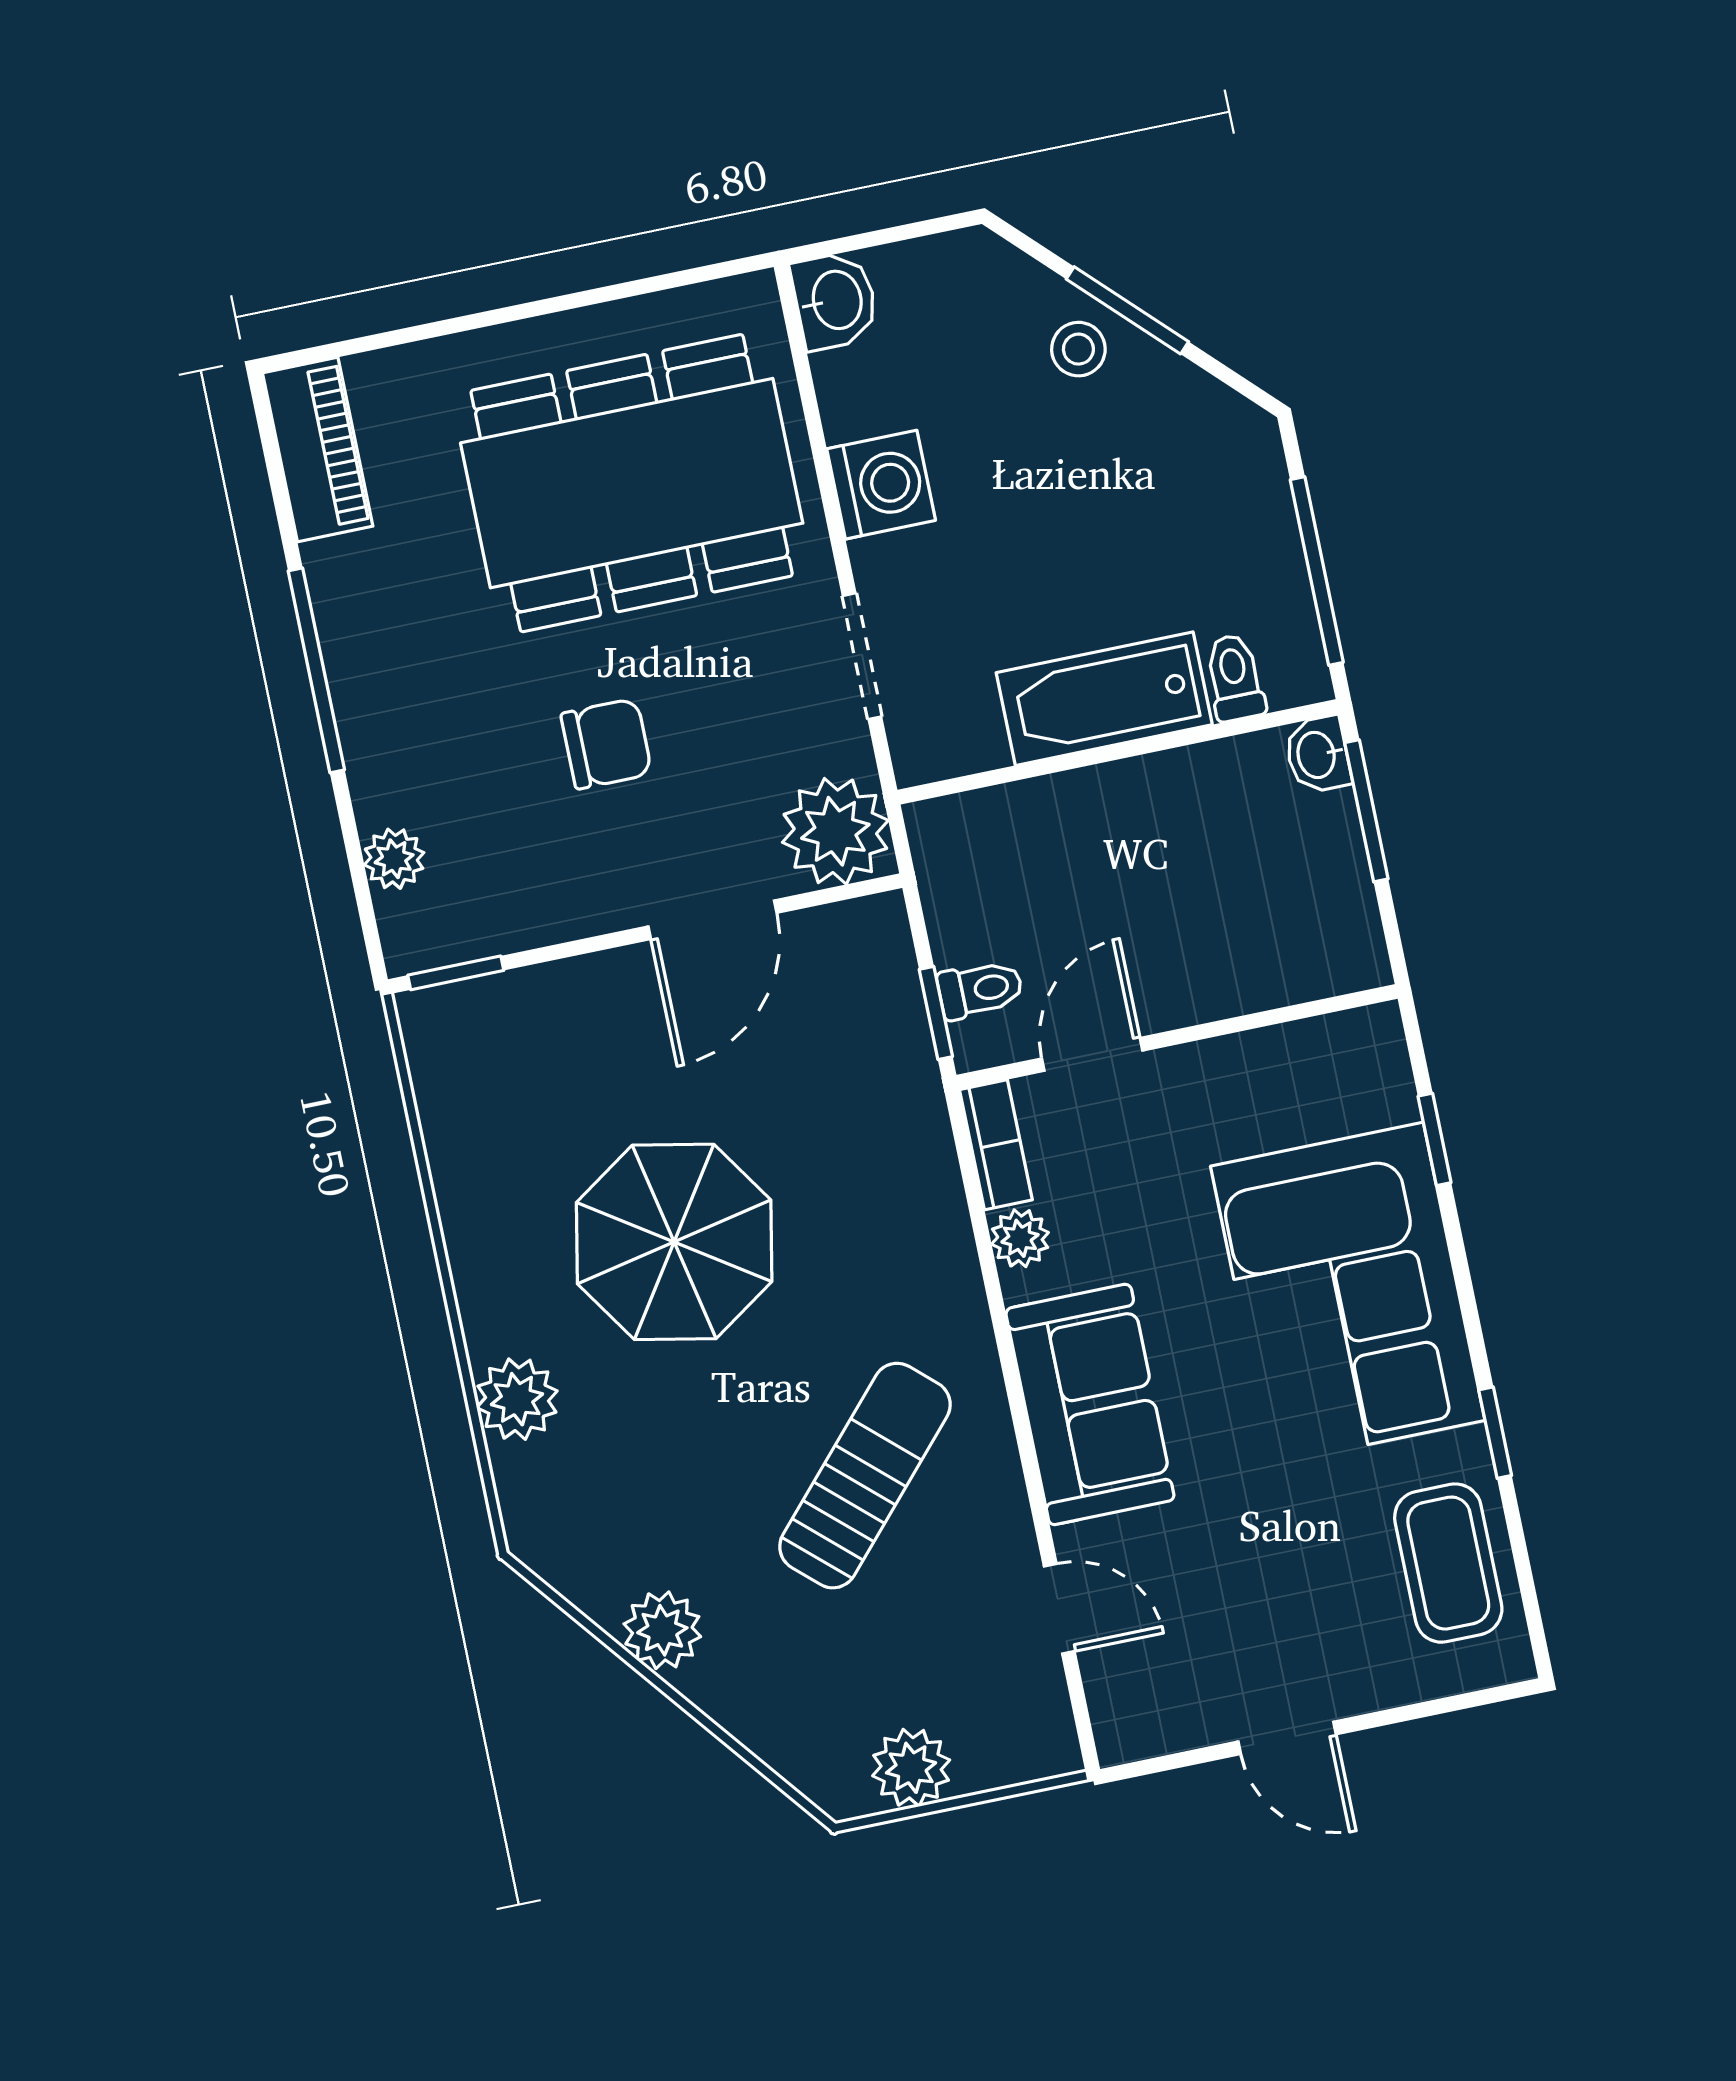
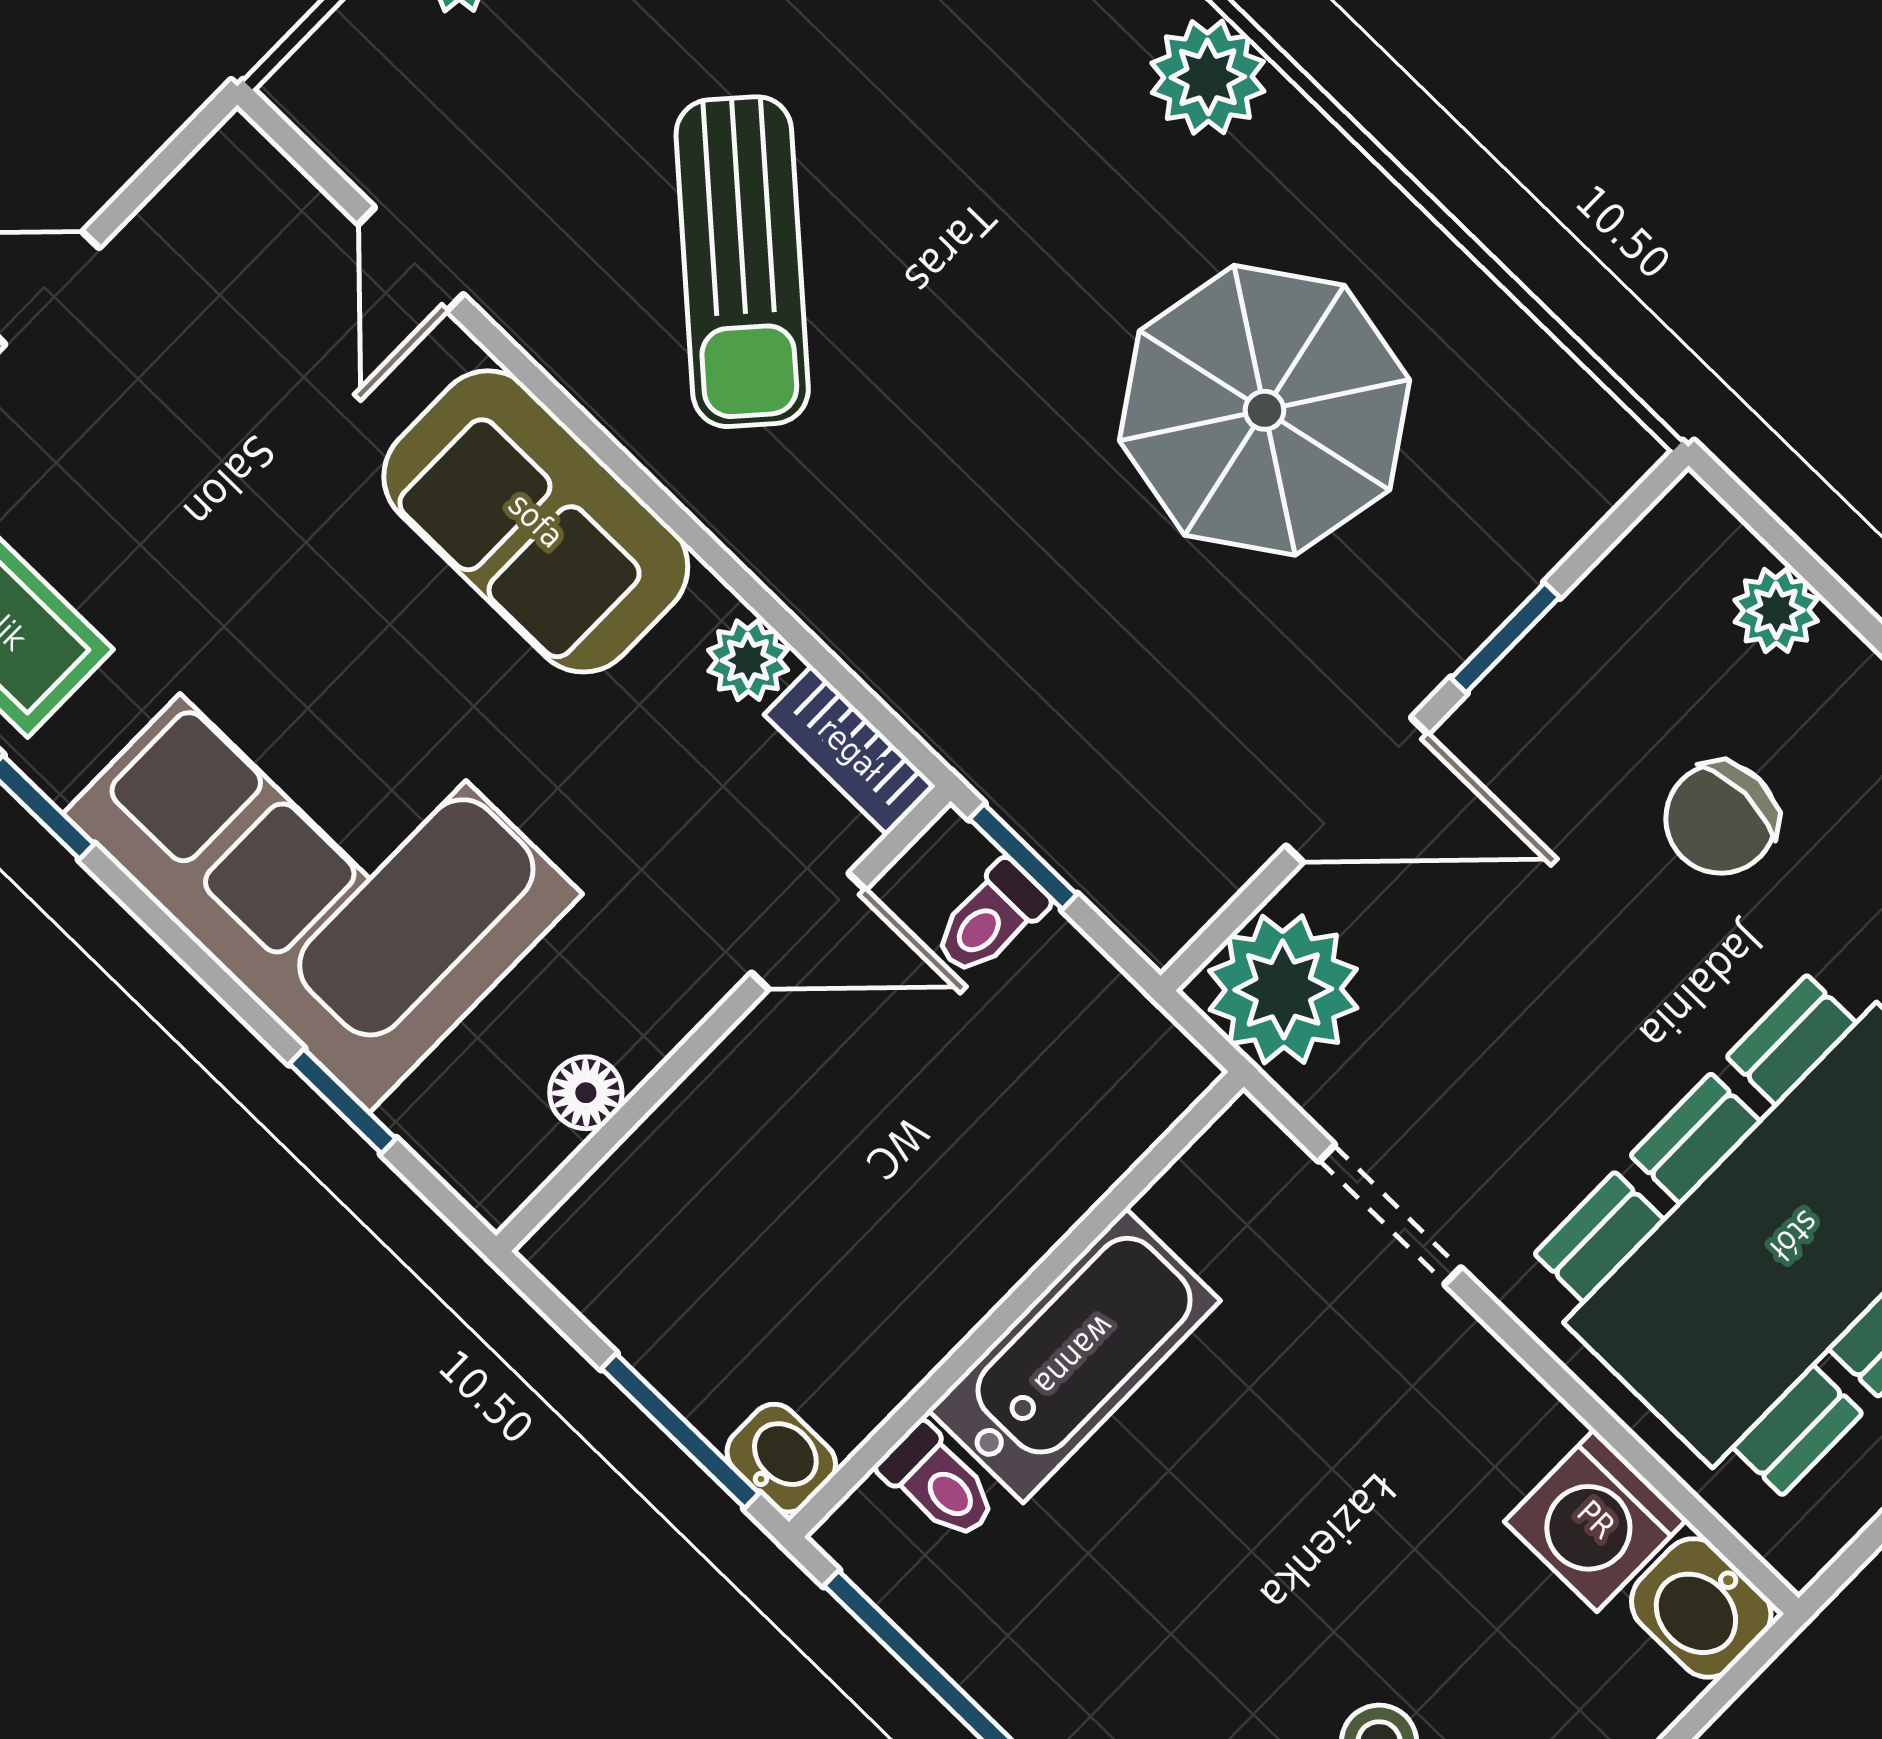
washing machine: (881, 485) -> (1596, 1520), moved
chair: (606, 744) -> (1721, 818), moved
door: (713, 920) -> (1357, 790), swing flipped
window: (456, 973) -> (1505, 638), moved
floor lamp: (1288, 1048) -> (586, 1093), added
door: (1092, 1054) -> (809, 931), hinge flipped
parasol: (674, 1242) -> (1265, 410), moved
door: (1059, 1609) -> (411, 259), hinge flipped

